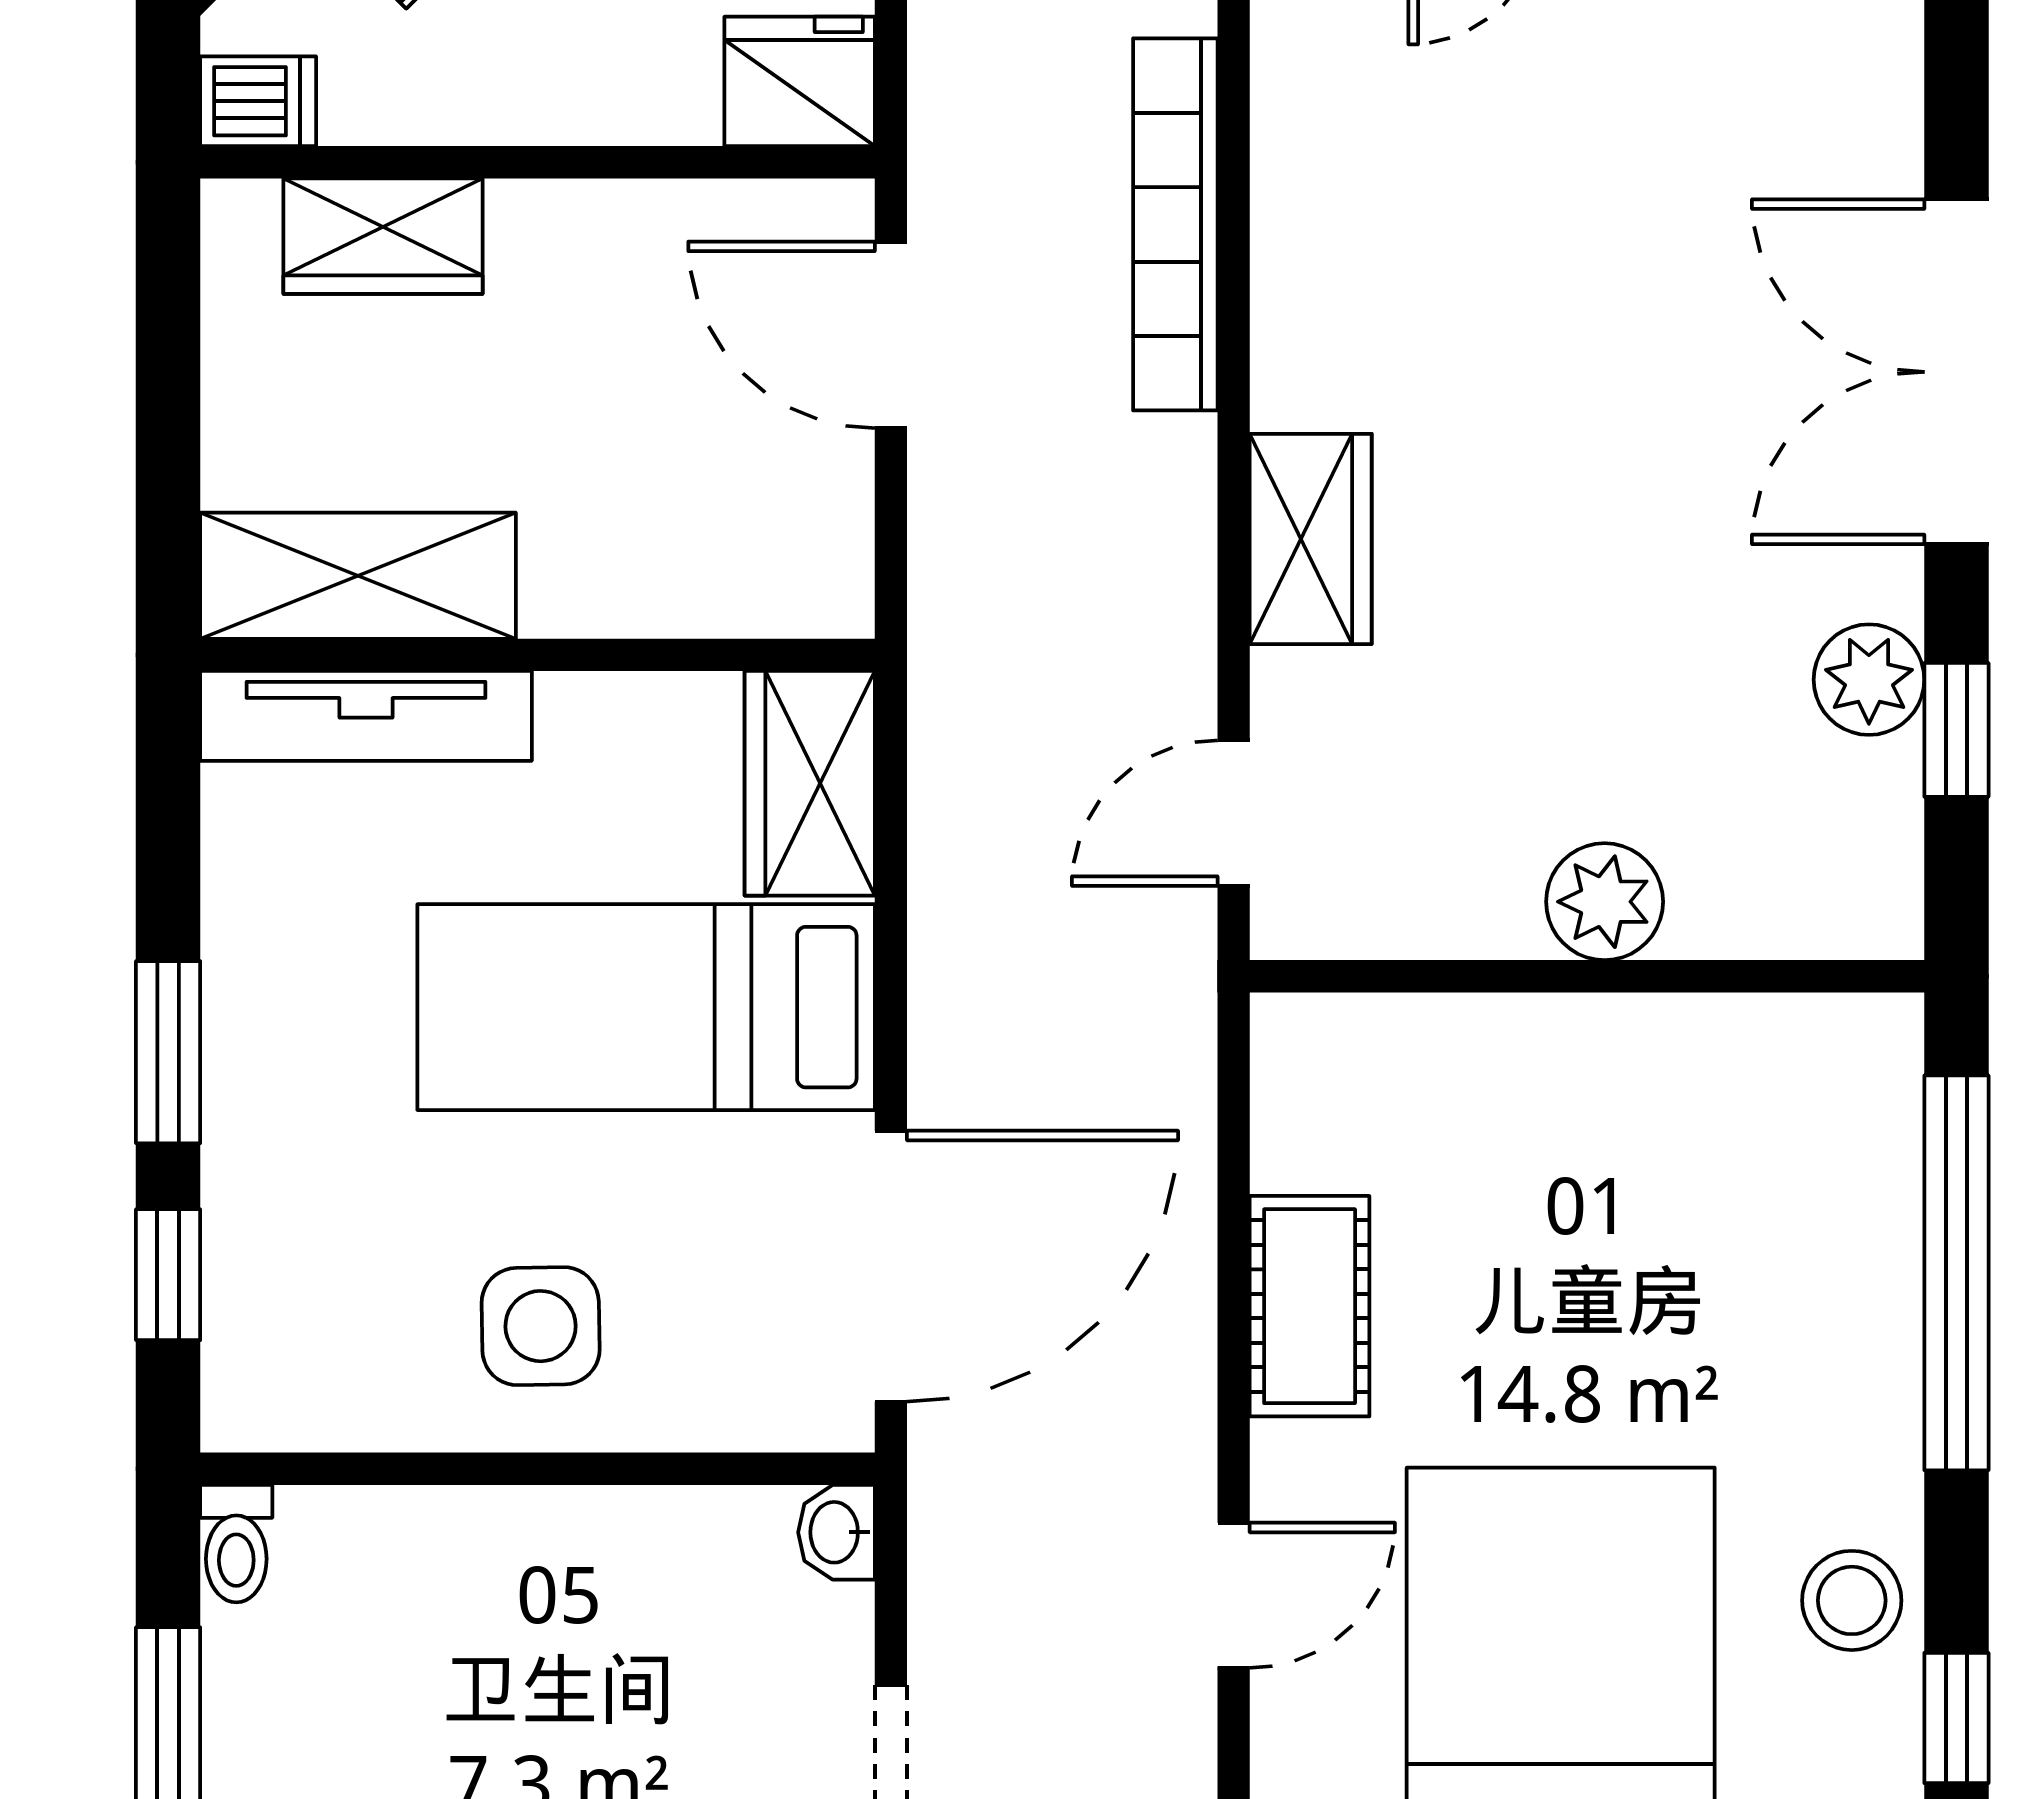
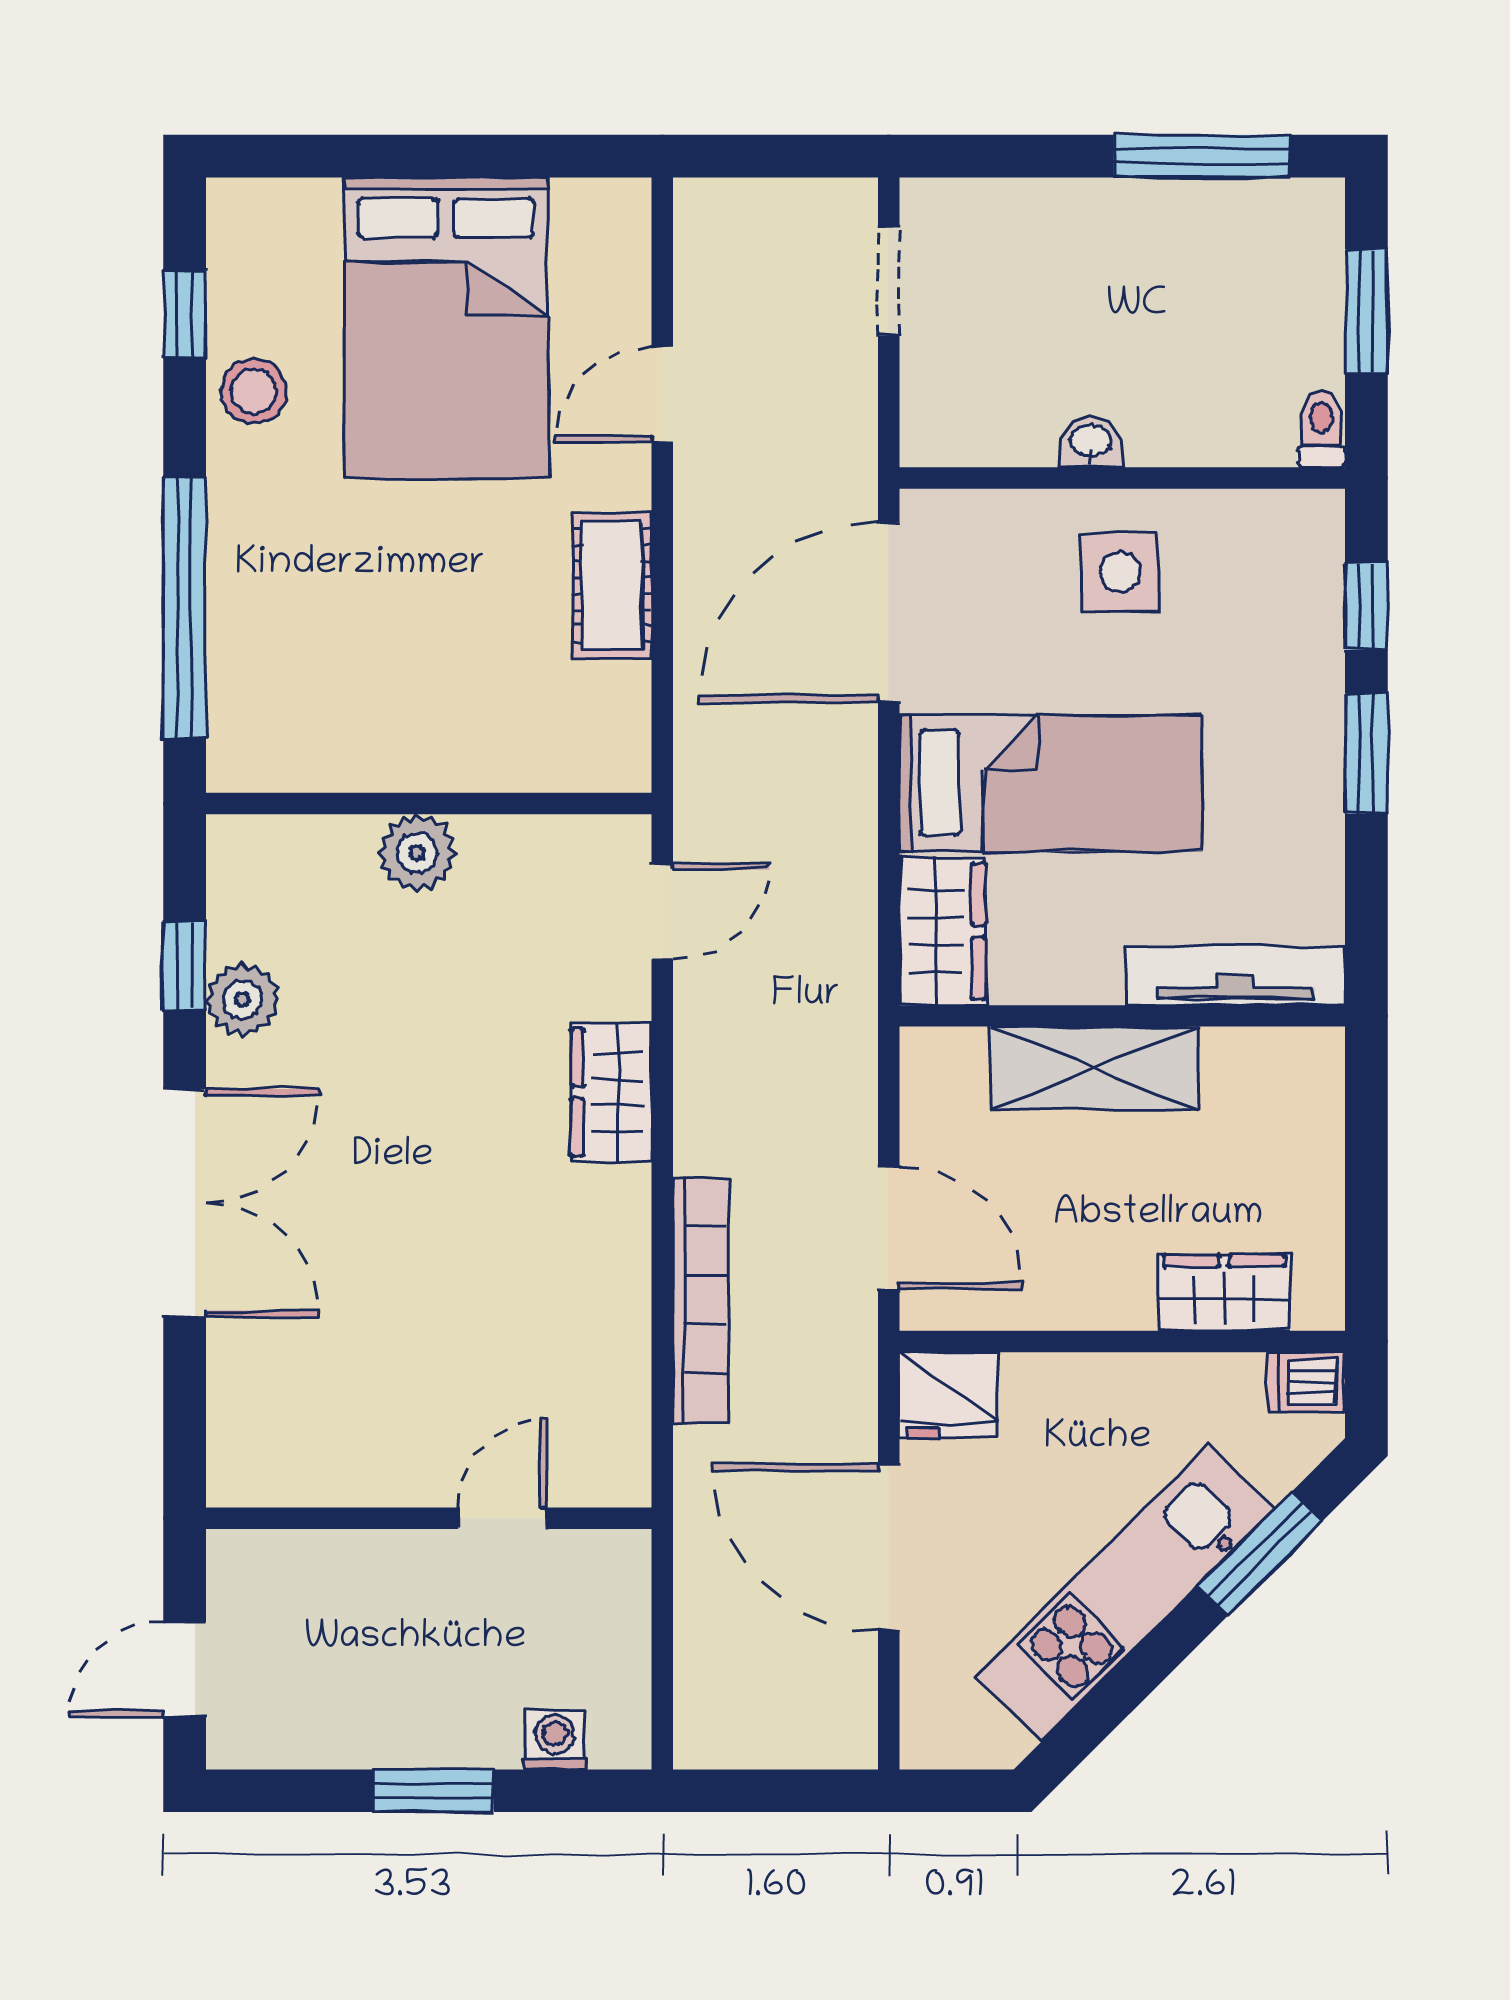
shelving: (358, 576) -> (1094, 1068), moved
washbasin: (836, 1532) -> (1091, 442), moved, turned -90

